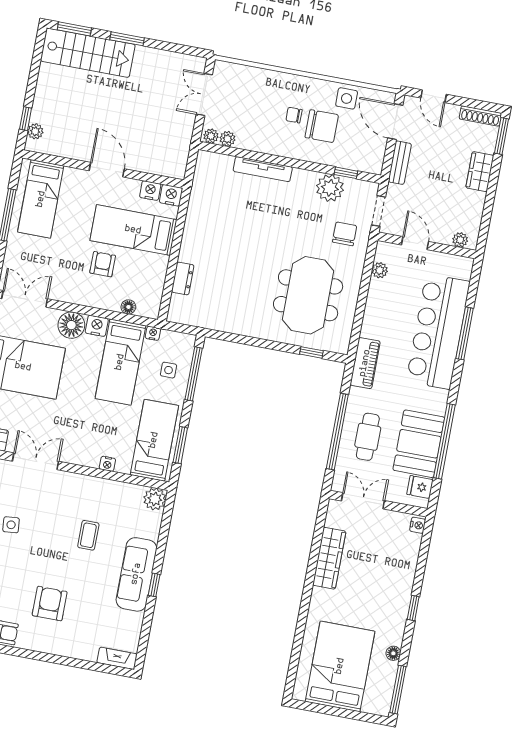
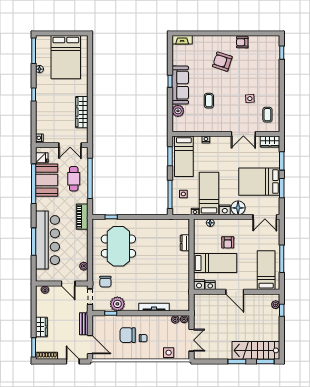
side table: (347, 98) -> (169, 353), moved
plant: (155, 499) -> (178, 111), moved
armchair: (50, 604) -> (222, 62), turned 108

